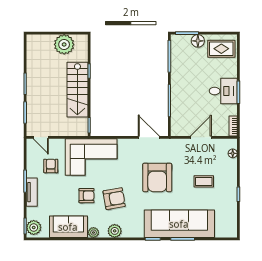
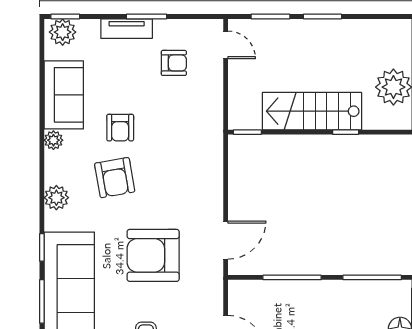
door: (41, 137) -> (226, 45), swing flipped
corner sofa: (91, 157) -> (190, 136), removed
plant: (115, 231) -> (56, 198), moved

